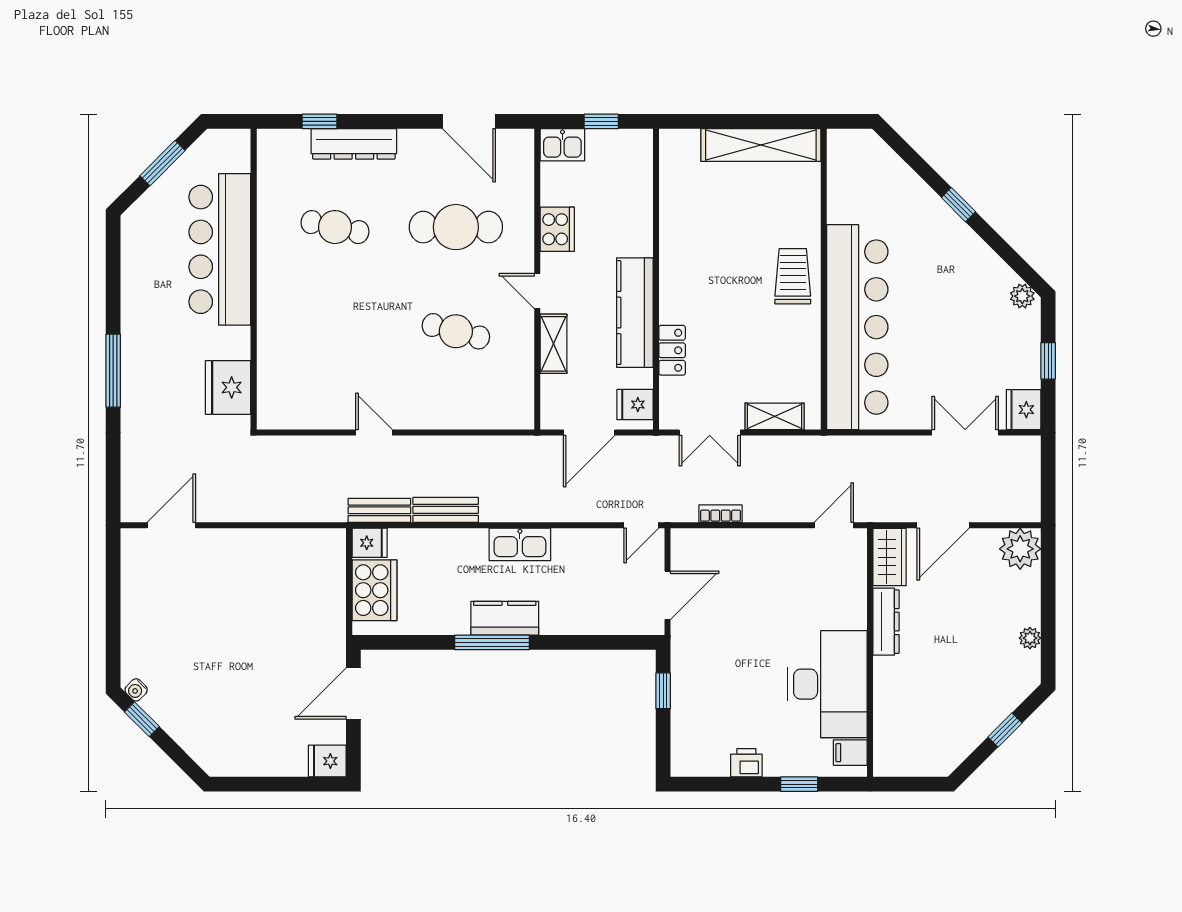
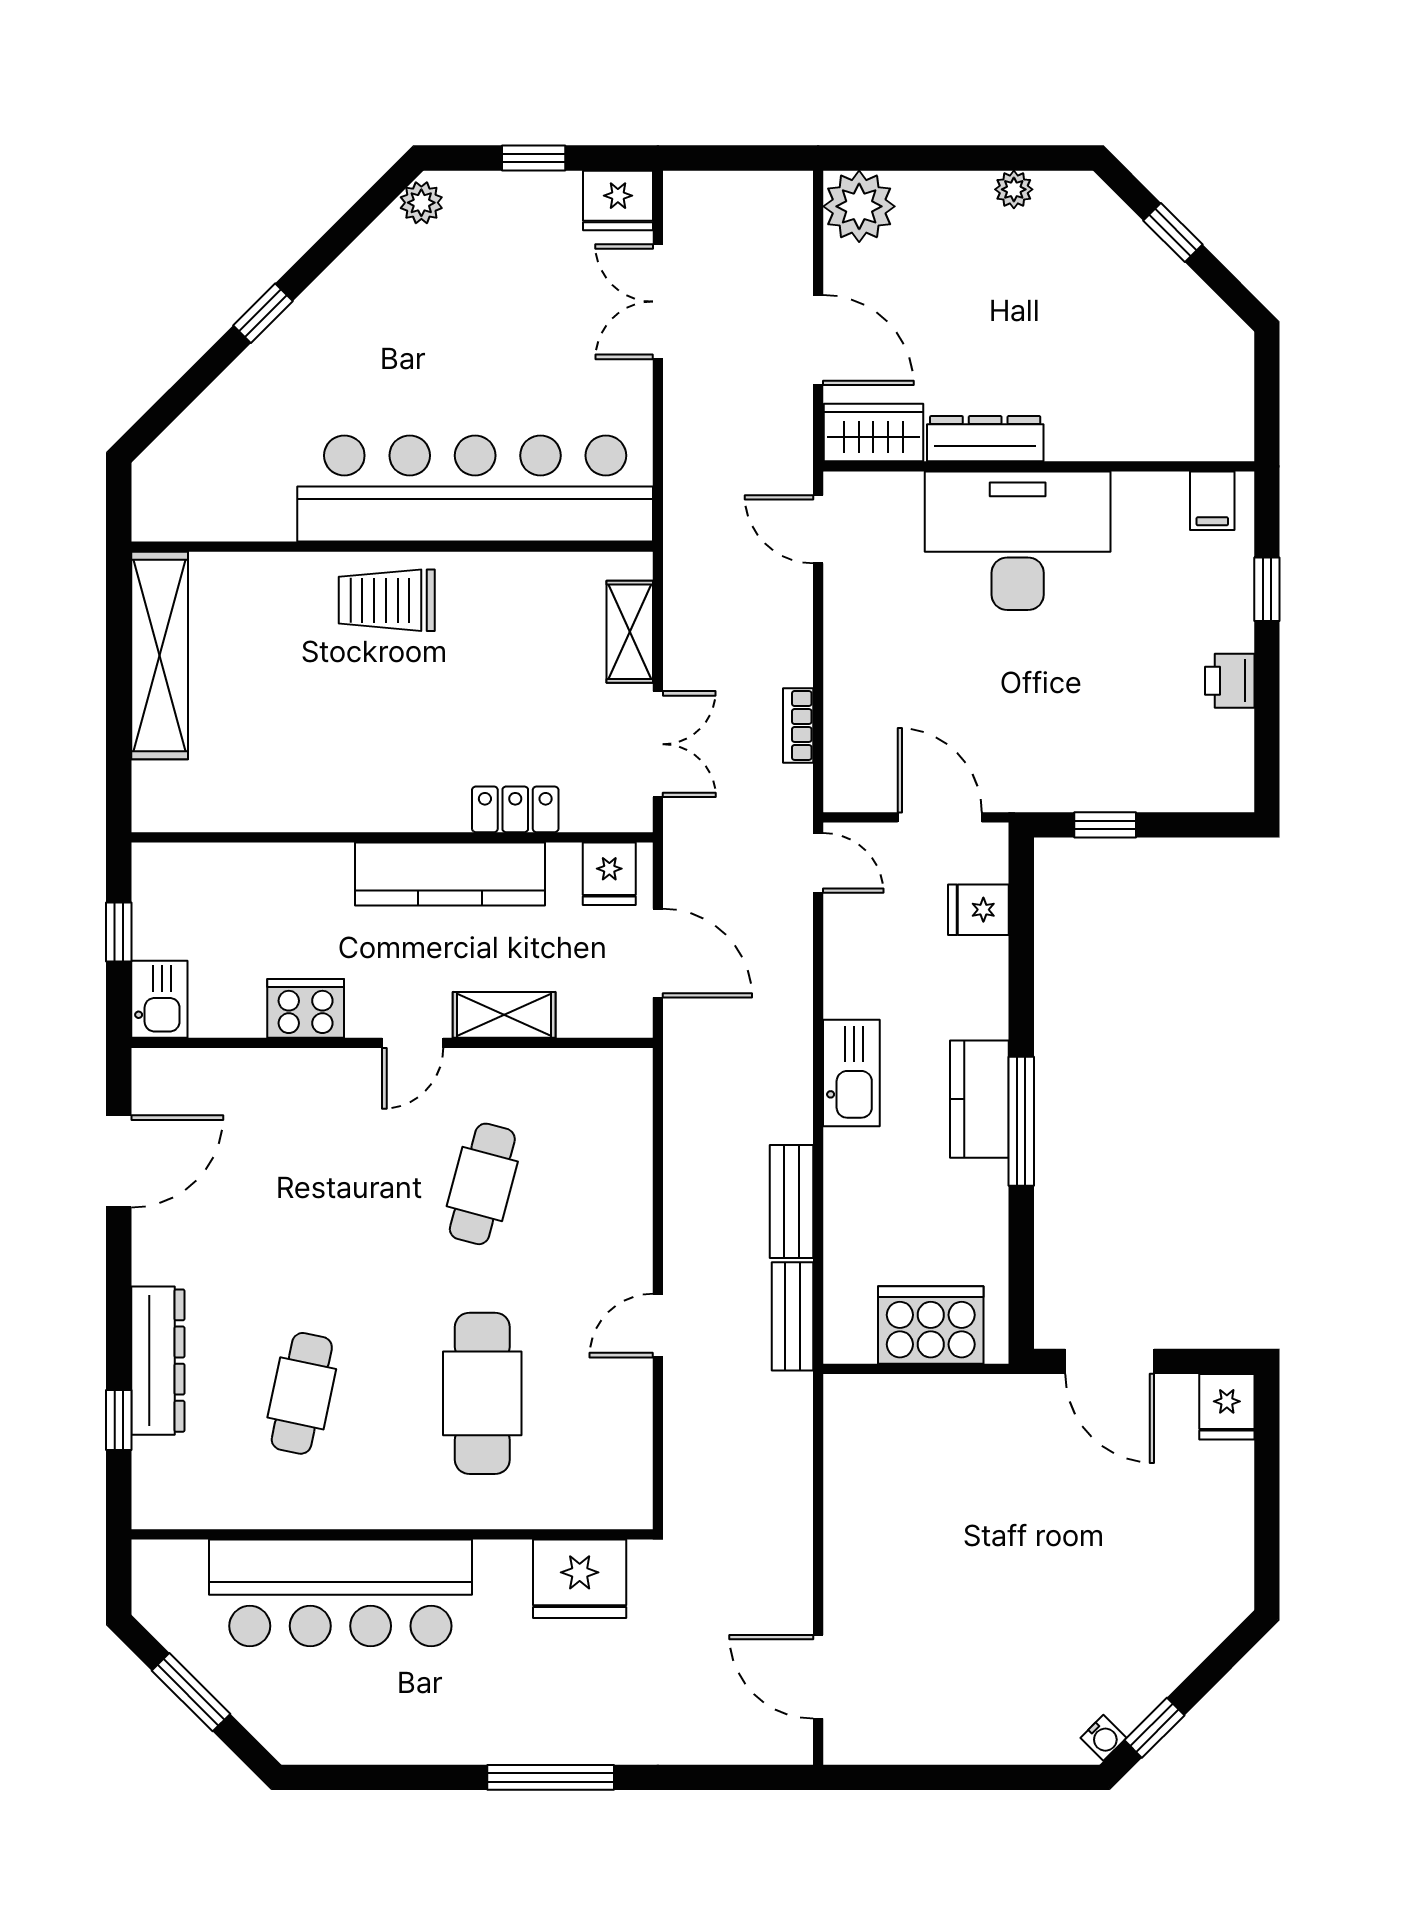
cafe table: (456, 227) -> (482, 1393), moved
fridge: (370, 543) -> (978, 910), moved, turned -90
desk: (827, 684) -> (1018, 541), moved

